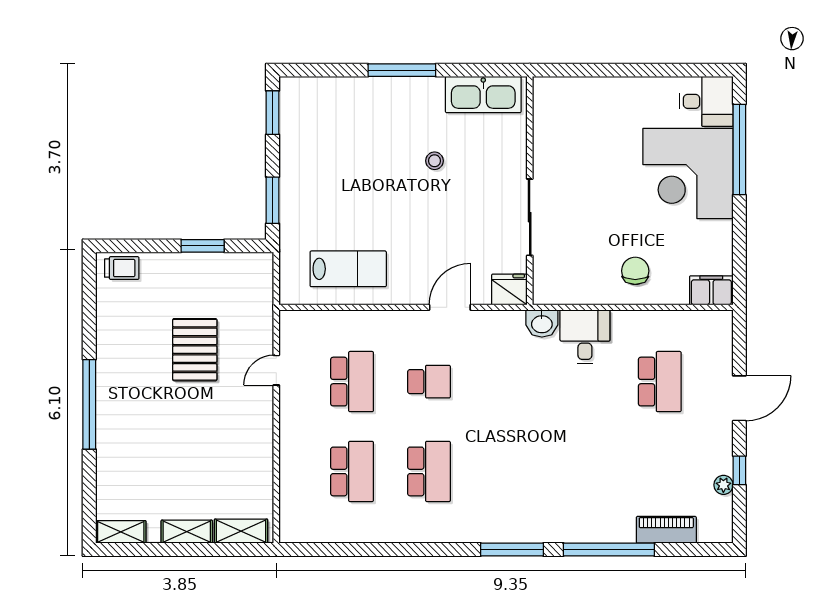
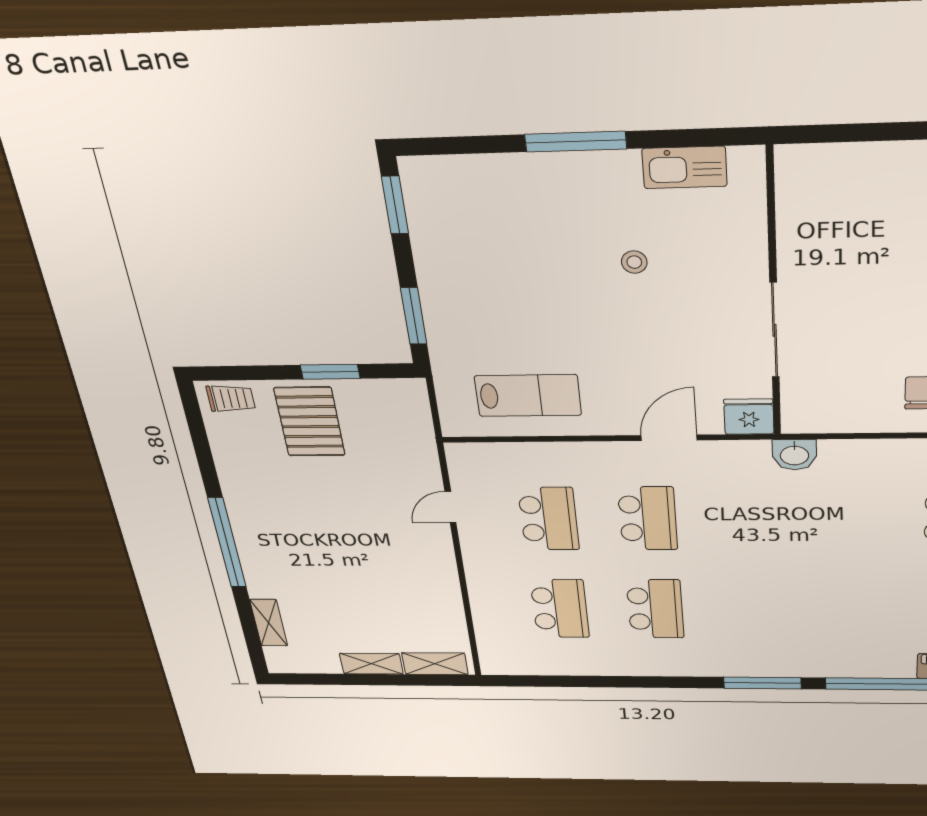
kitchen sink: (483, 95) -> (685, 167), width x0.73, depth x0.81
desk: (585, 337) -> (853, 469), removed
pallet: (195, 350) -> (310, 422), moved
school desk: (429, 382) -> (648, 518), width x1.85
shelving: (121, 532) -> (269, 623), moved, turned 90

